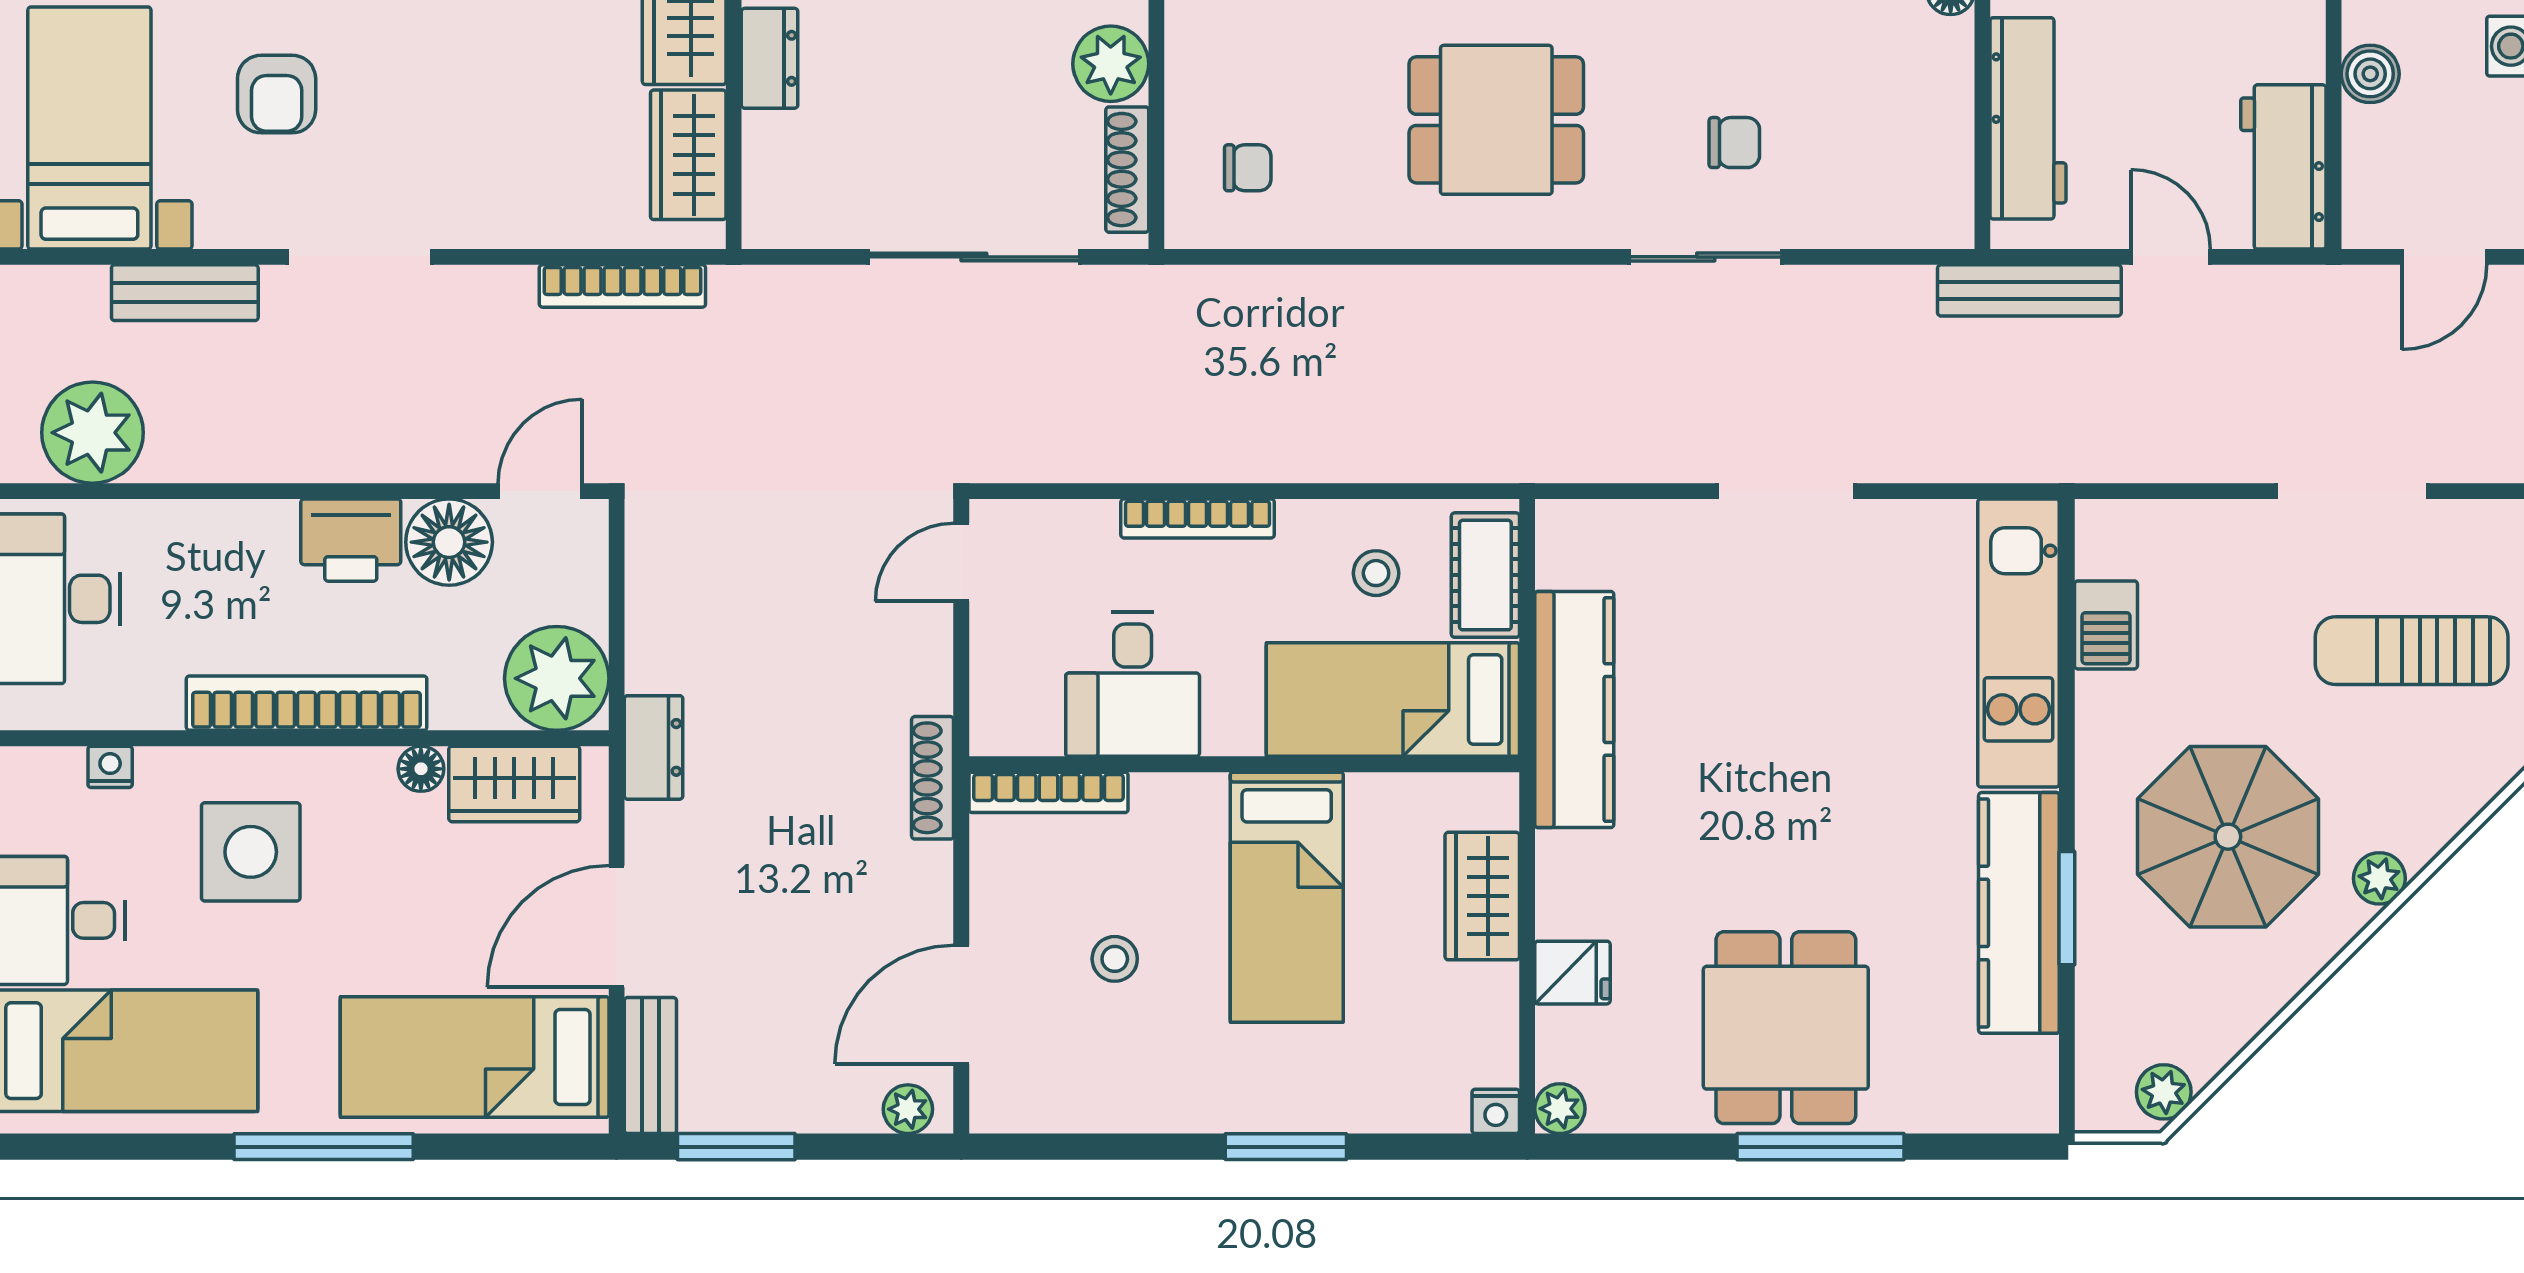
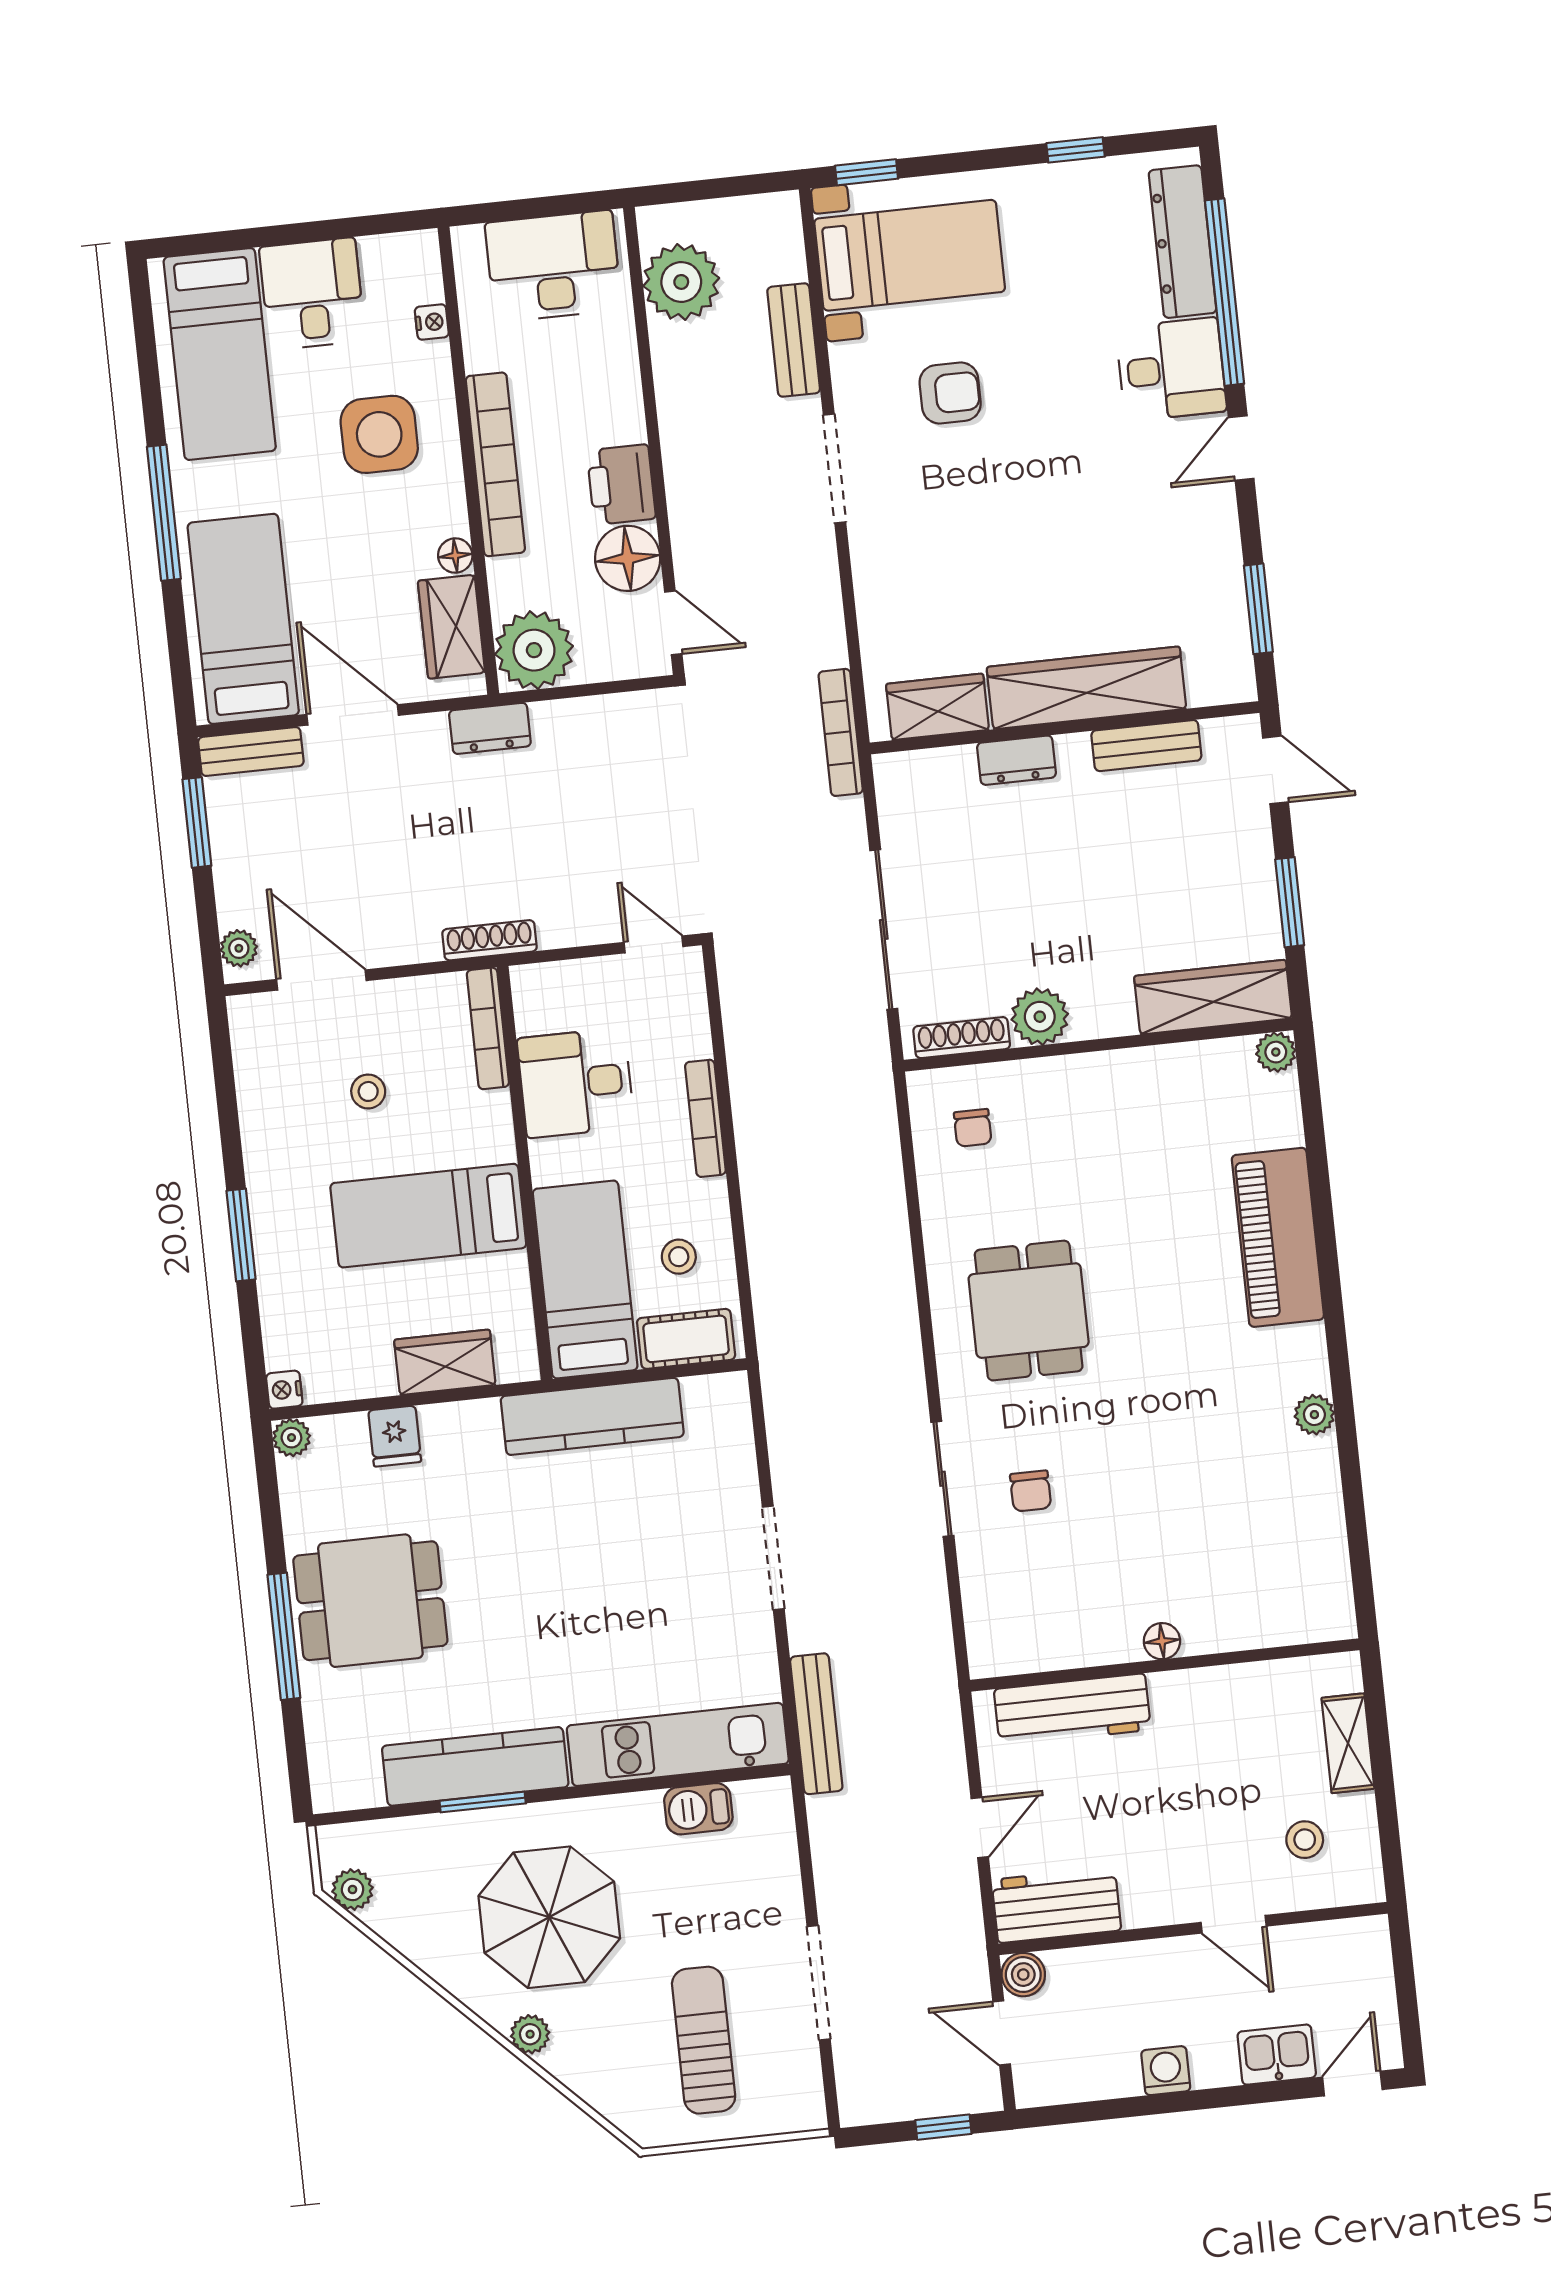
boiler: (2370, 74) -> (1023, 1975), moved
armchair: (277, 94) -> (950, 393), turned 180
bookcase: (622, 286) -> (841, 732), moved
bench: (2029, 290) -> (816, 1724), moved

